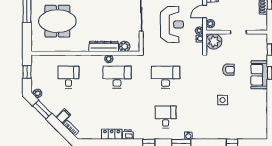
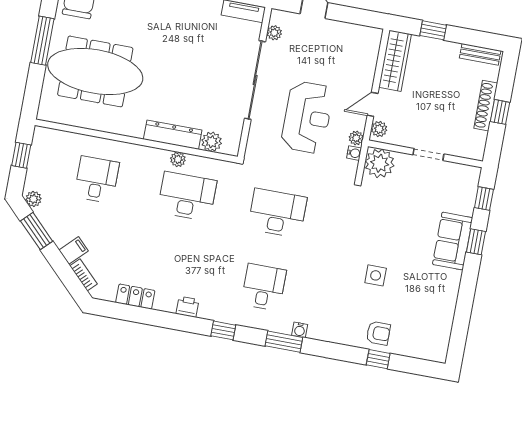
meeting table: (57, 21) -> (95, 71), width x1.36
armchair: (228, 70) -> (378, 333), moved
locker: (112, 134) -> (135, 297), moved

